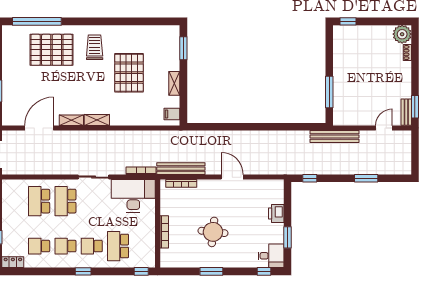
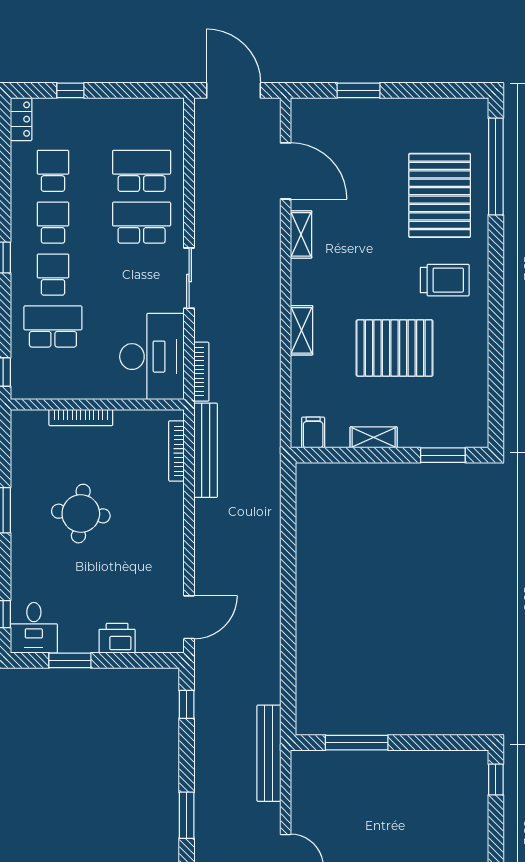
shelving: (97, 120) -> (302, 330), moved
door: (232, 177) -> (189, 617), moved

